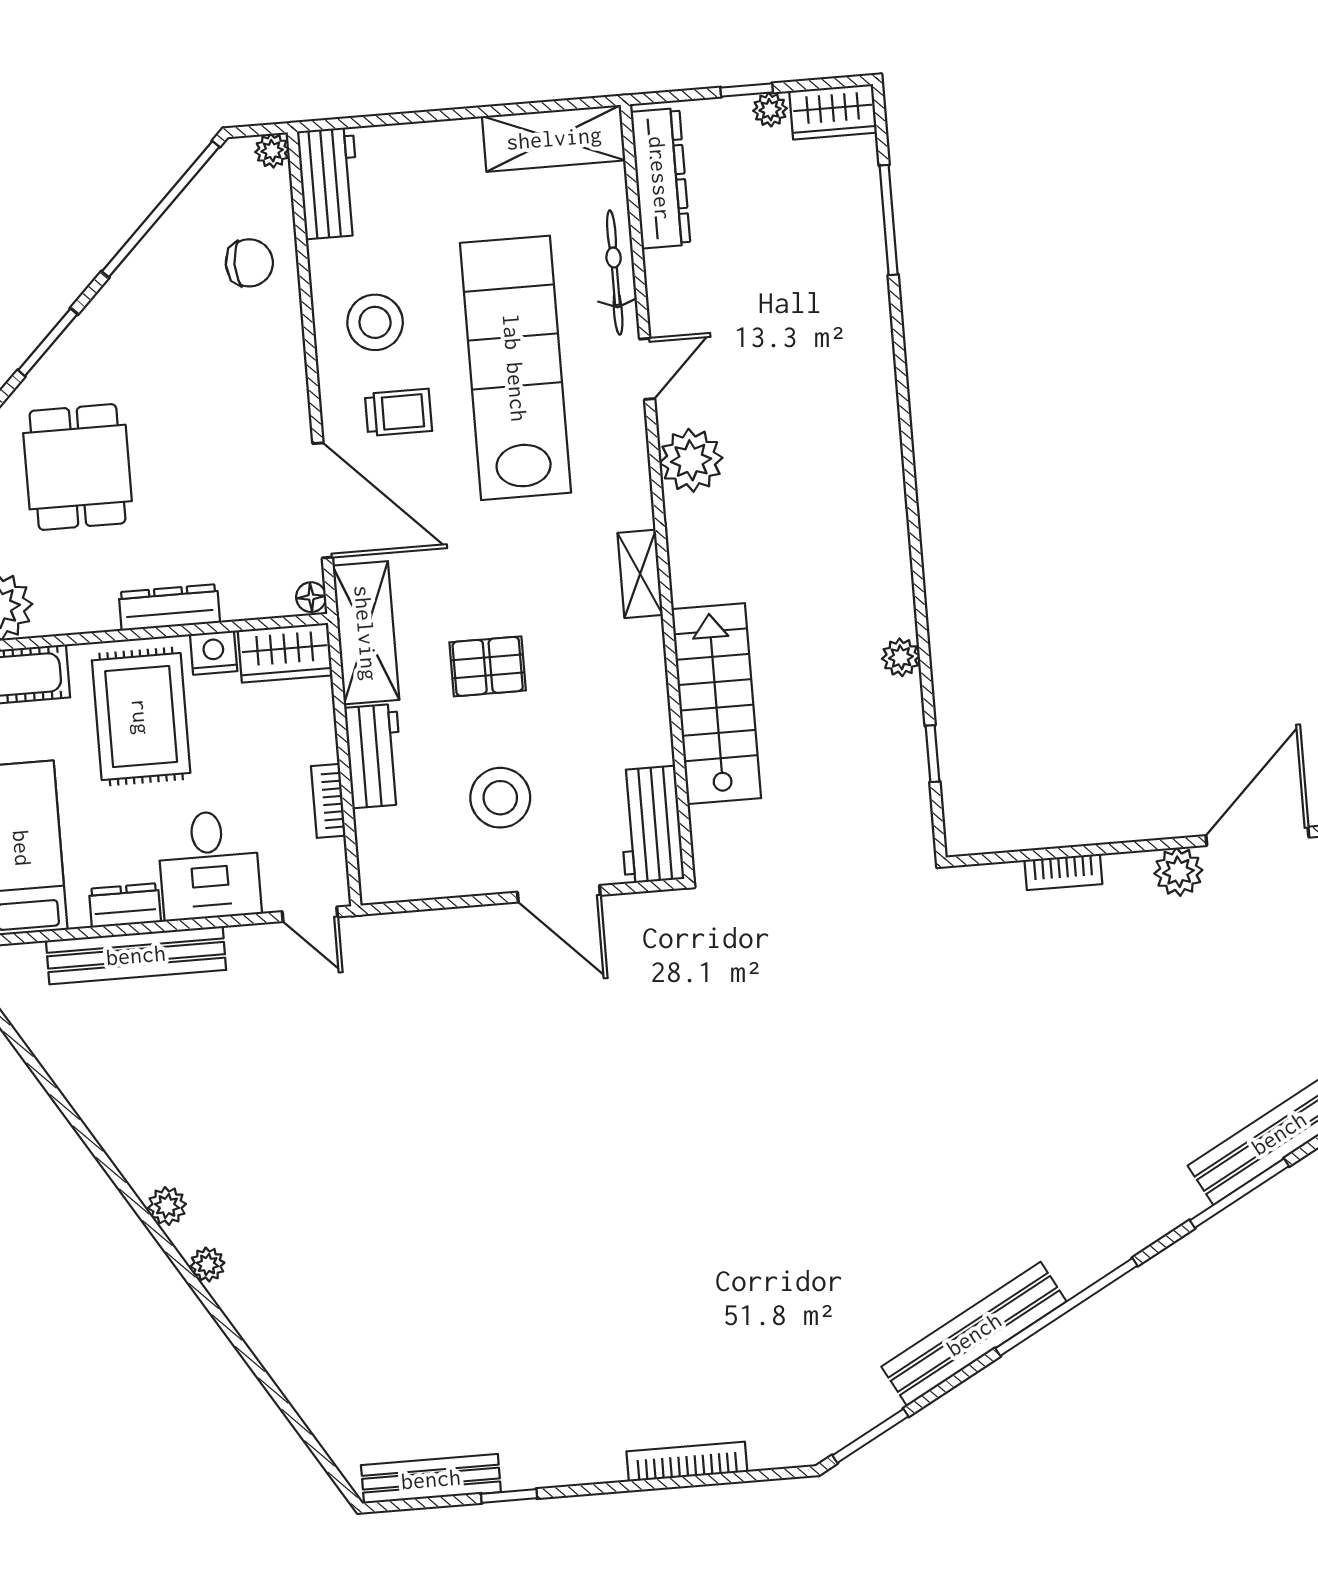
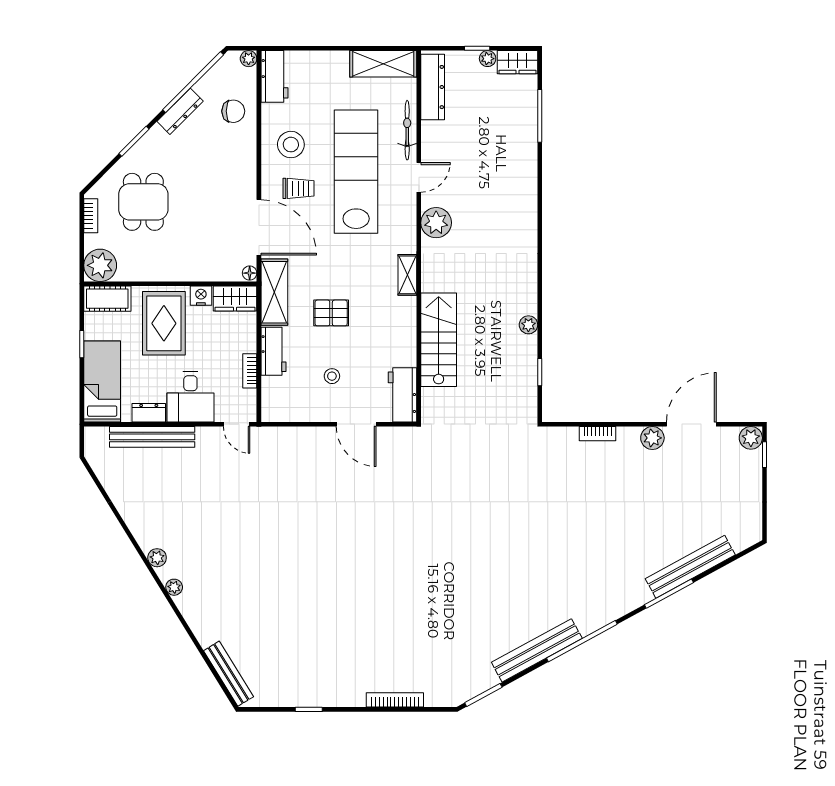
dresser: (169, 607) -> (180, 111), moved, turned 135
stool: (500, 798) -> (332, 376), width x0.53, depth x0.53
bench: (431, 1479) -> (229, 674), moved, turned 58

